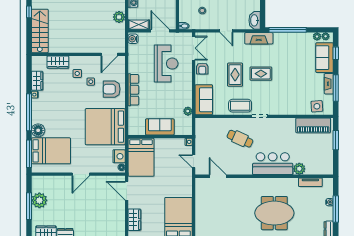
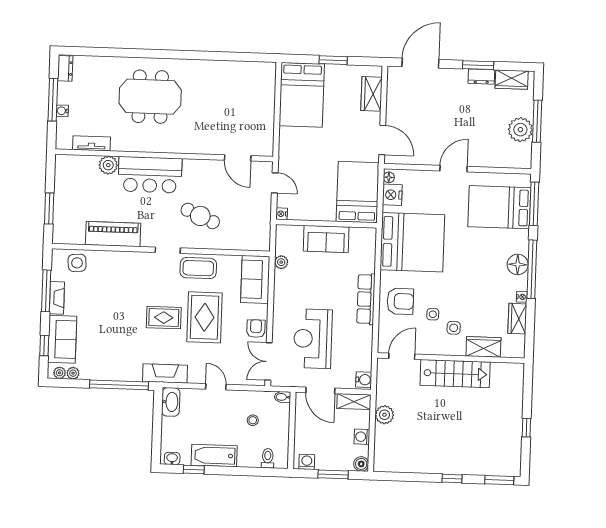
stairs: (40, 31) -> (455, 374), moved, turned -90
rug: (235, 75) -> (205, 317), width x1.36, depth x1.43
piano: (313, 125) -> (113, 234), moved
floor lamp: (38, 130) -> (518, 264), moved

